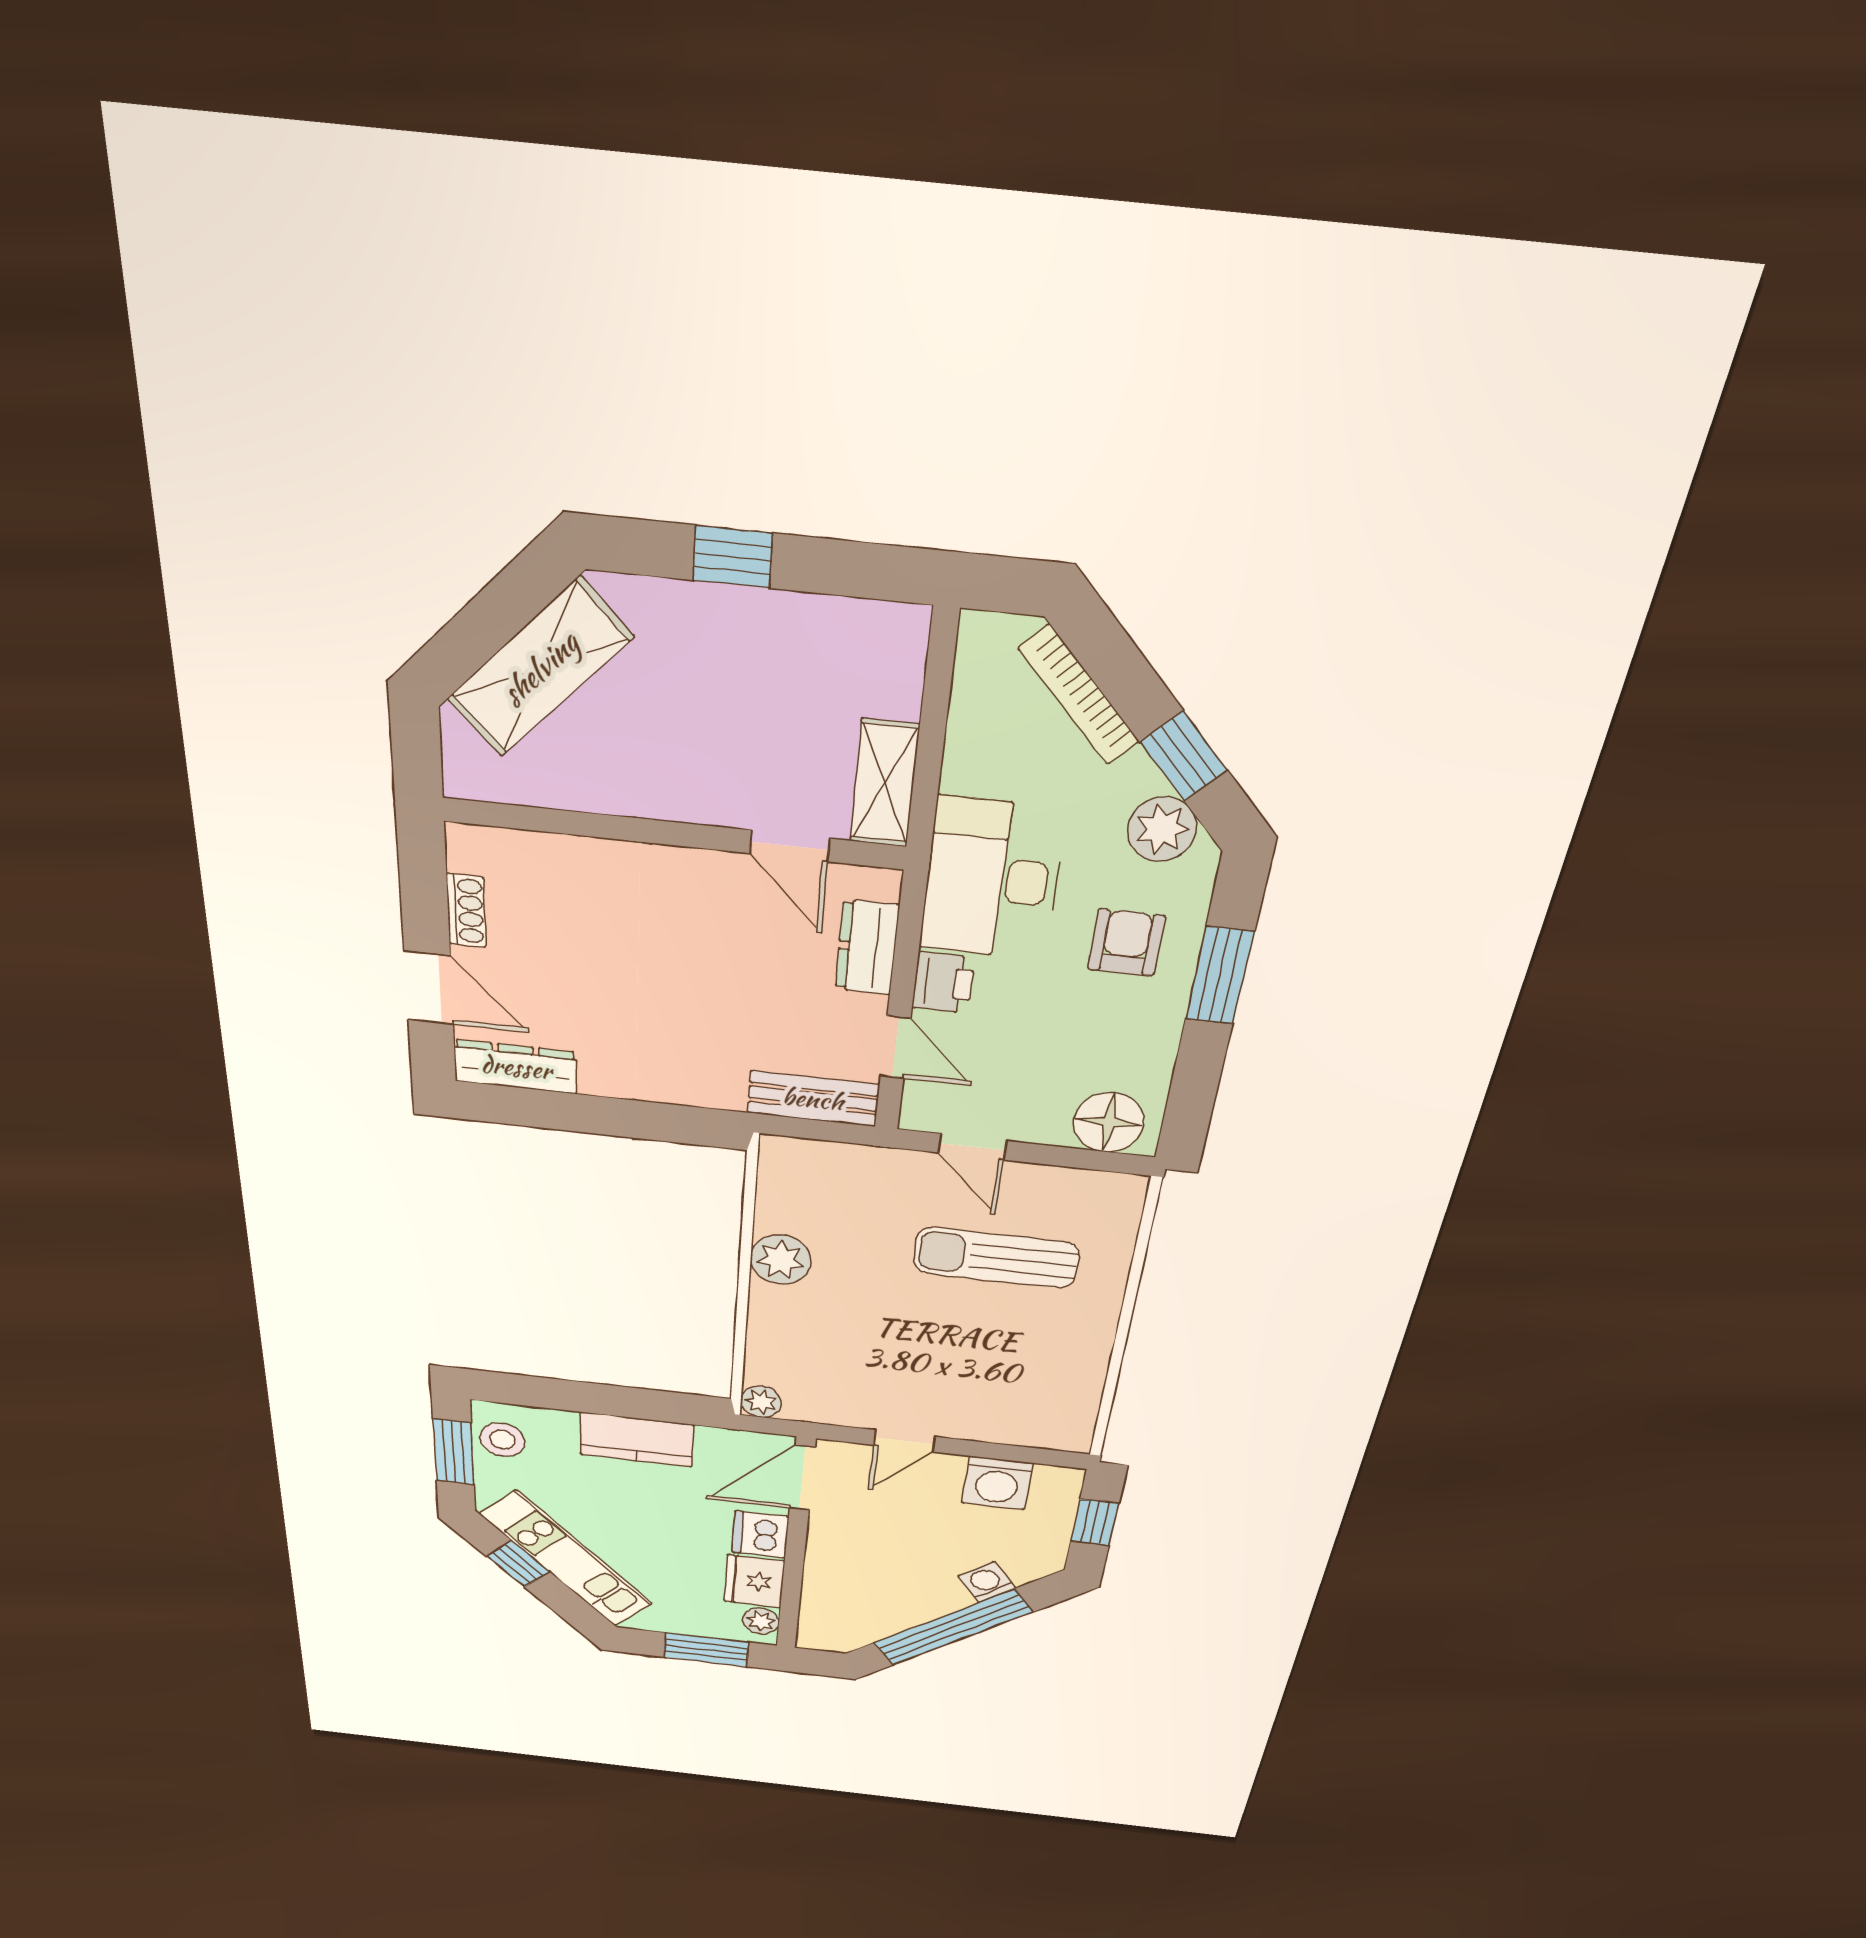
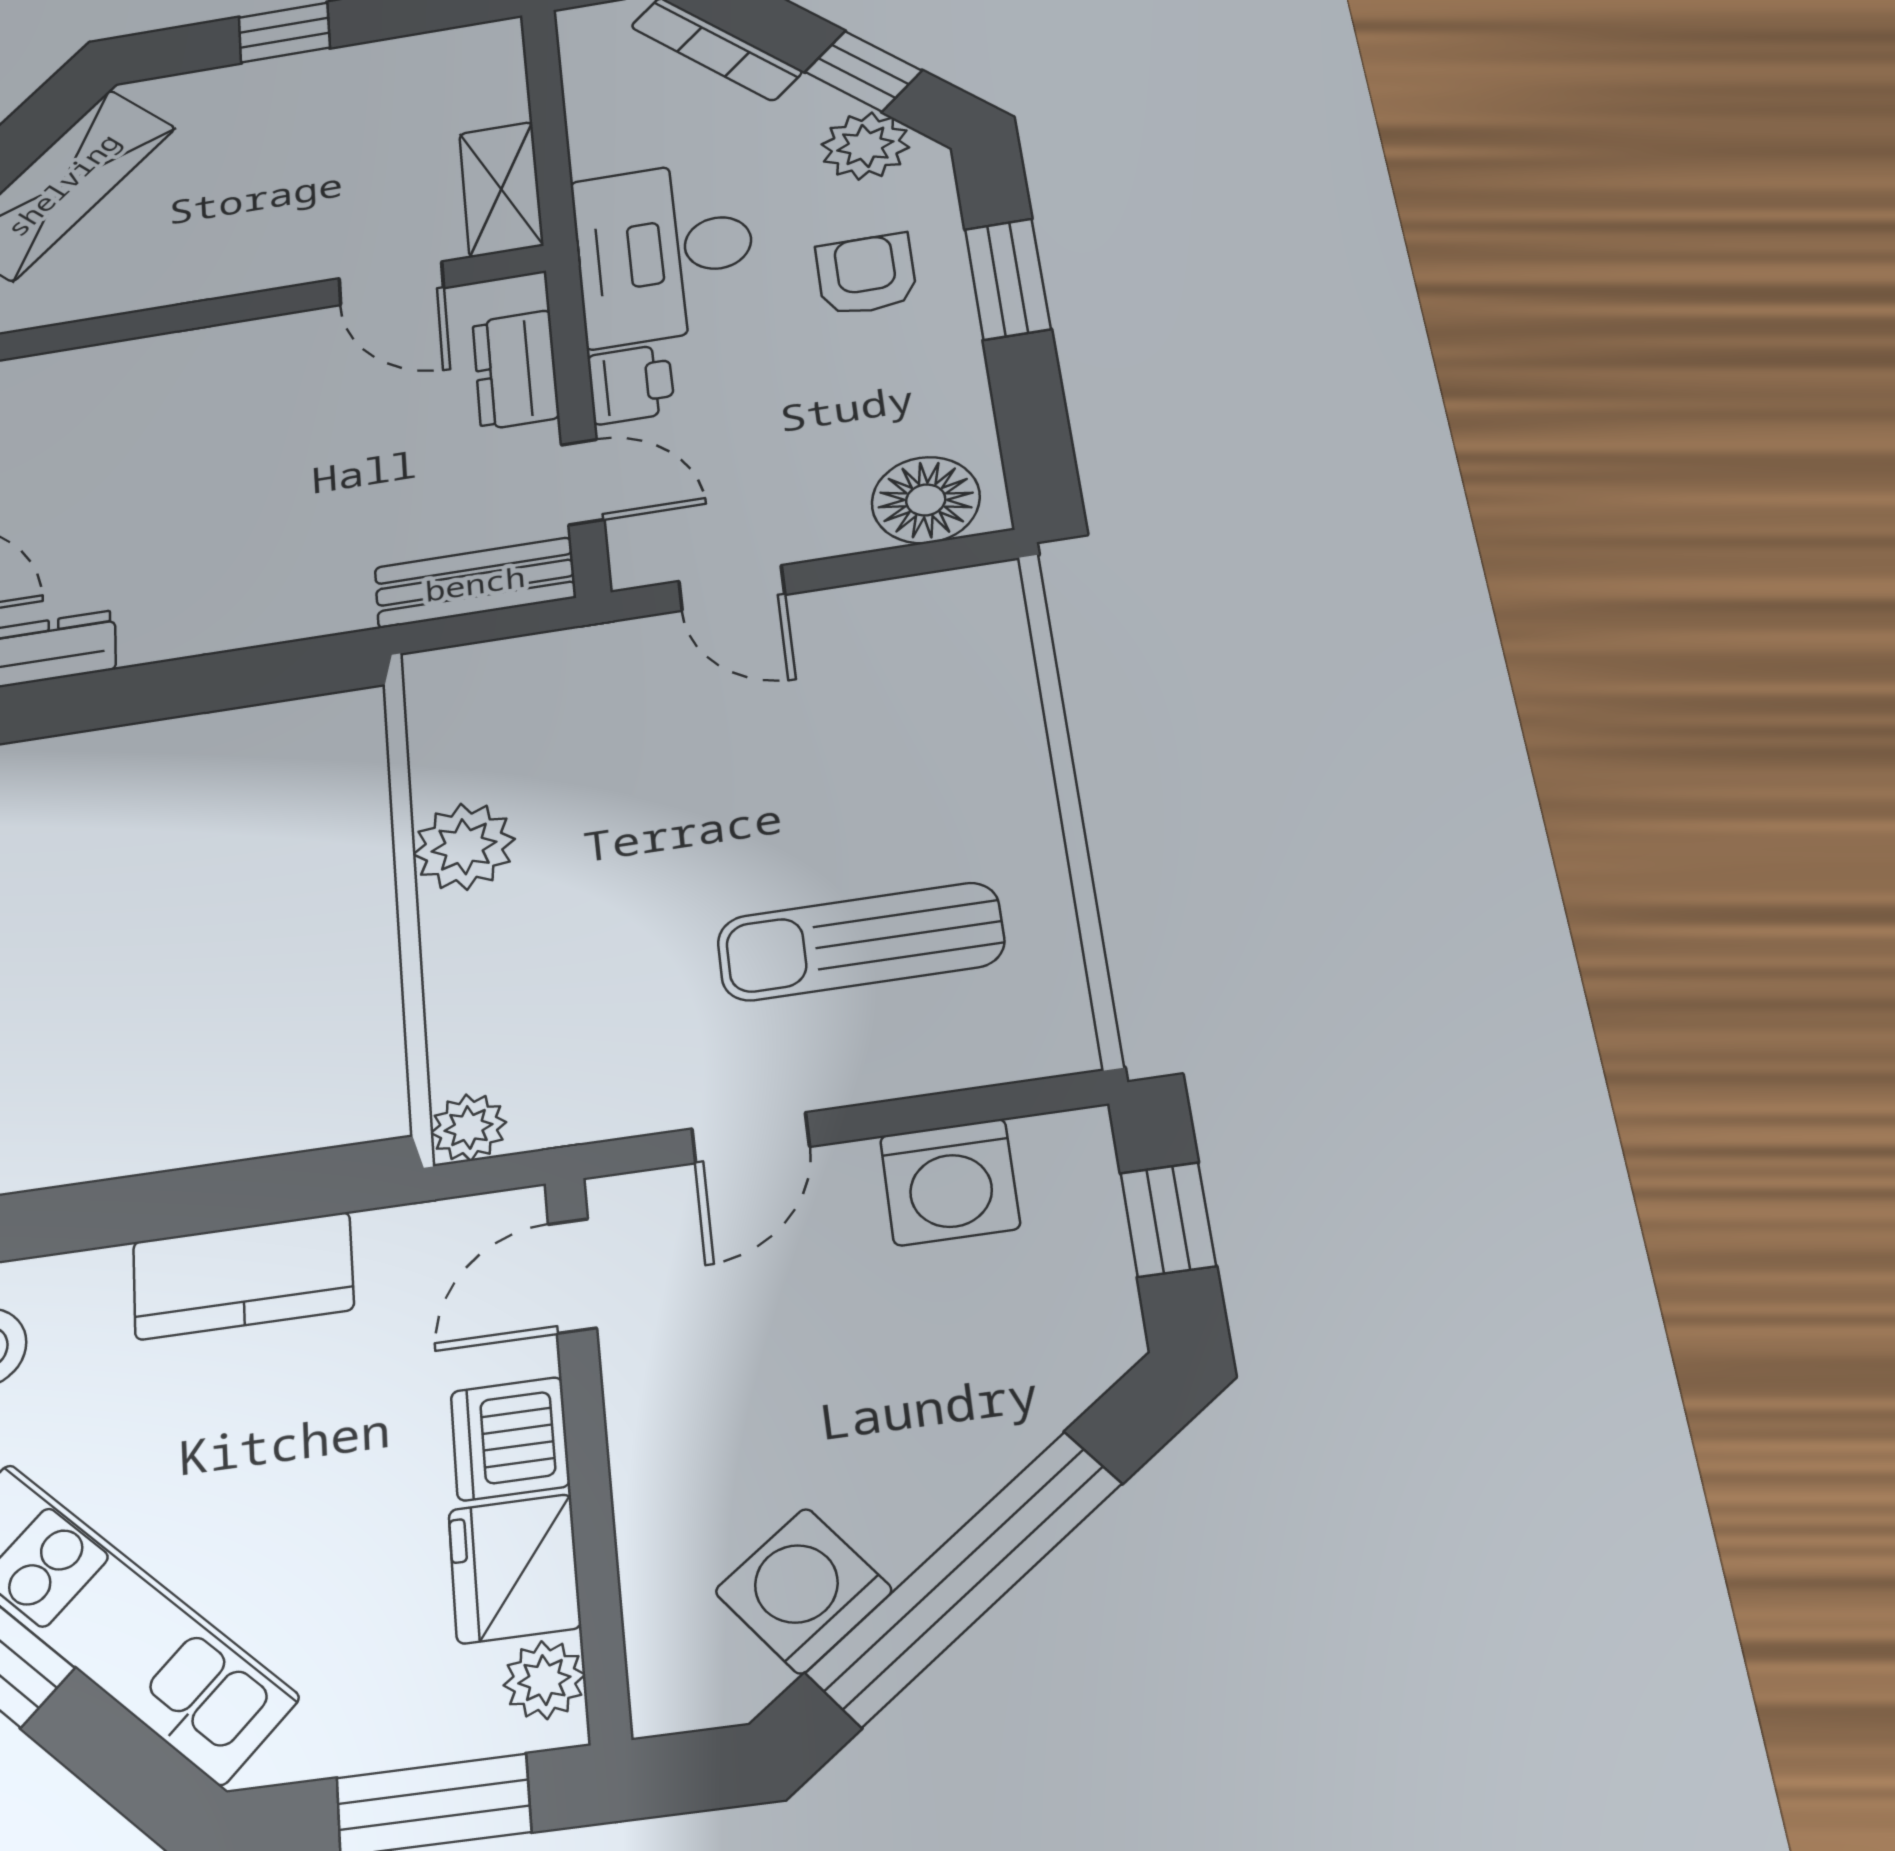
sun lounger: (996, 1258) -> (860, 942), moved
door: (802, 1478) -> (572, 1276), width x0.73
washing machine: (987, 1582) -> (803, 1591), moved, width x1.38, depth x1.38

